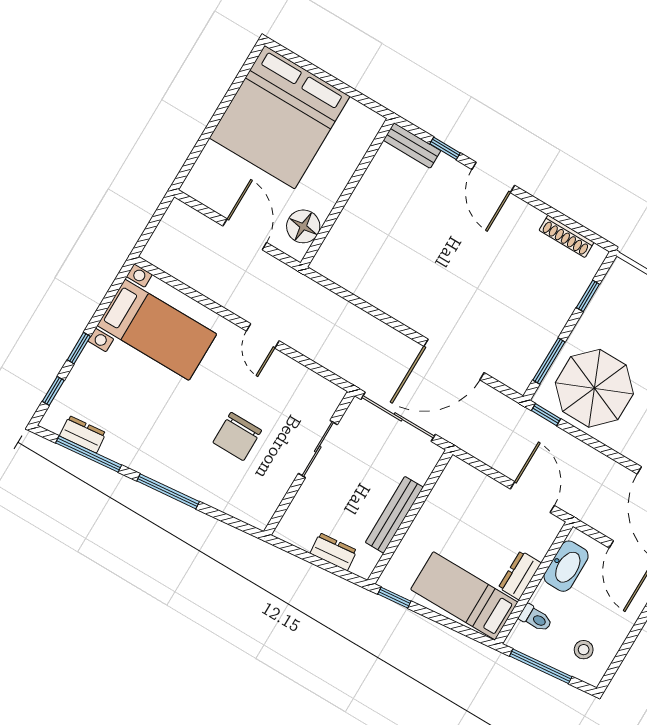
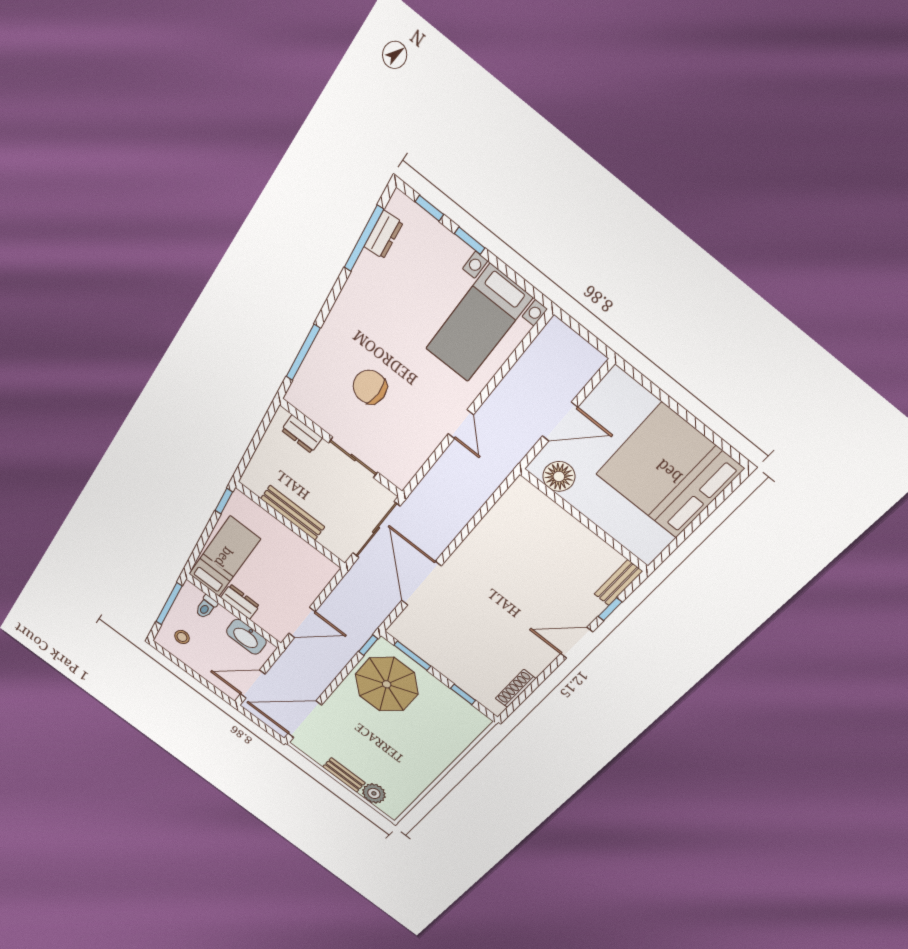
door: (263, 336) -> (461, 424), swing flipped
window: (168, 491) -> (303, 352), moved
dresser: (333, 552) -> (302, 434), moved, turned 96

